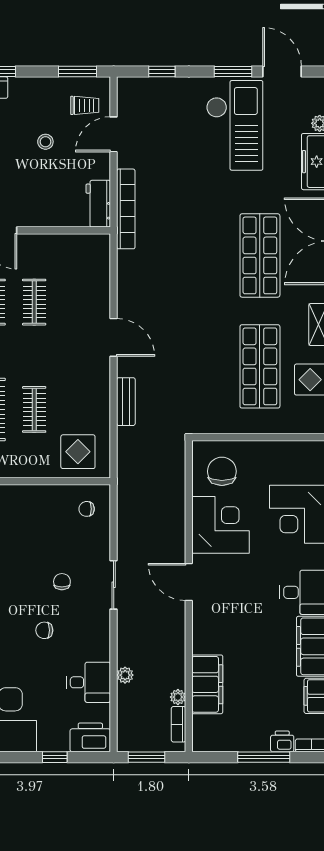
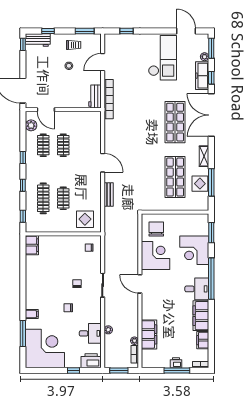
window: (233, 72) -> (162, 31), removed
trolley: (85, 105) -> (74, 45), moved
printer: (282, 741) -> (176, 363), moved

